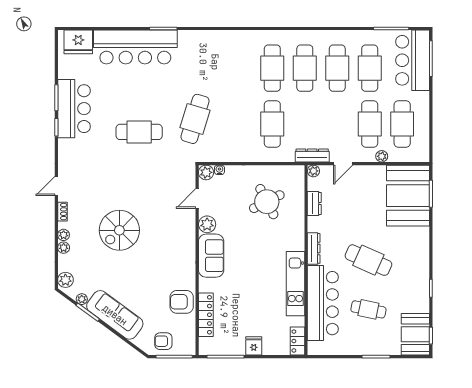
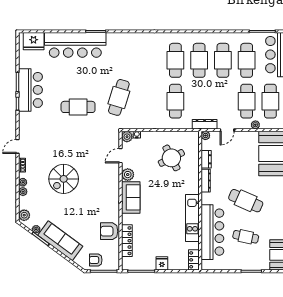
dresser: (314, 248) -> (206, 181), moved

